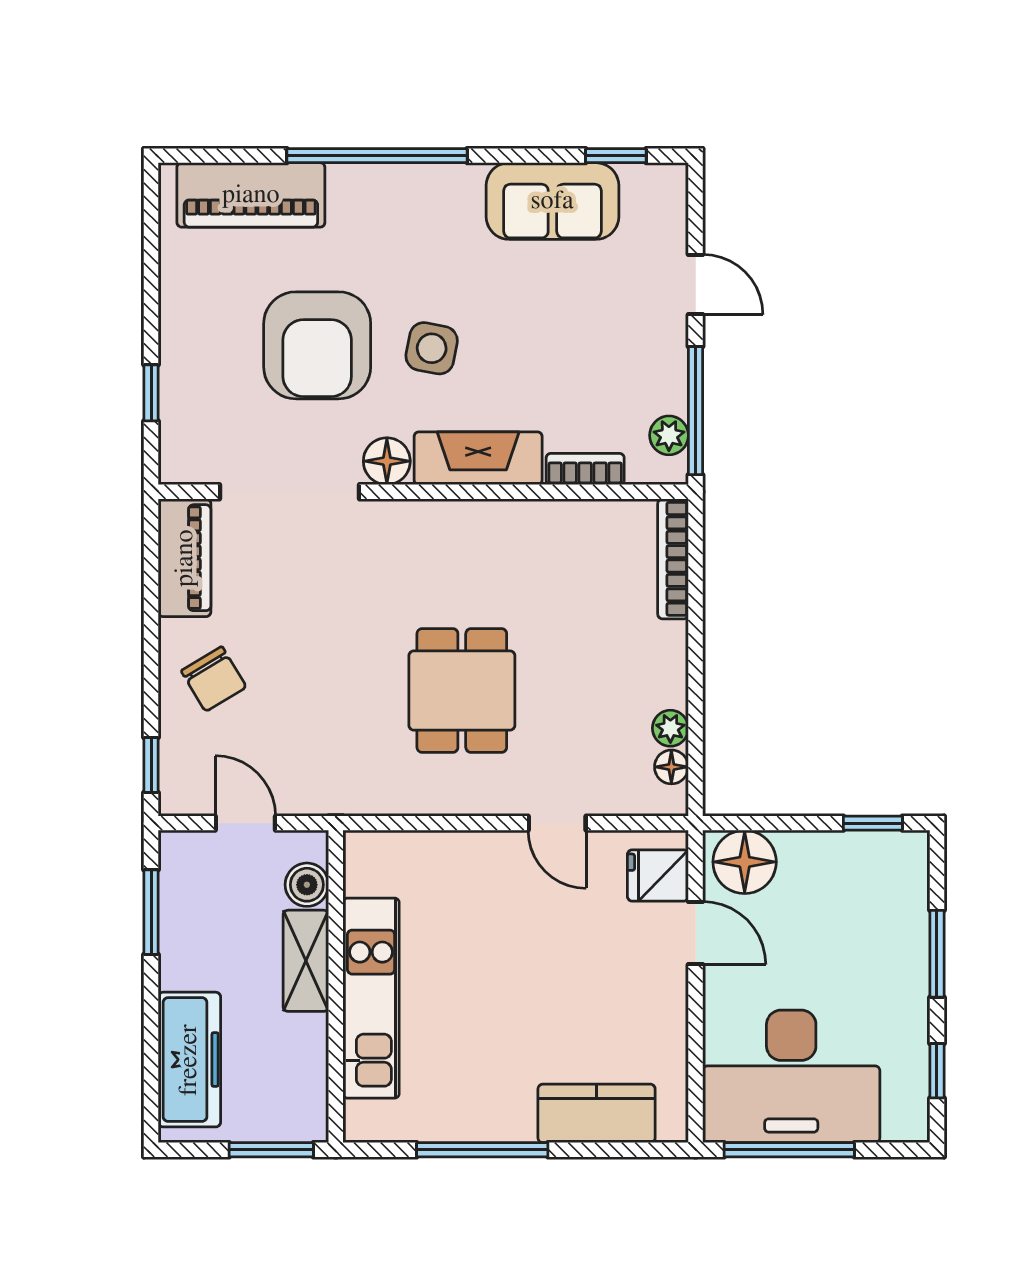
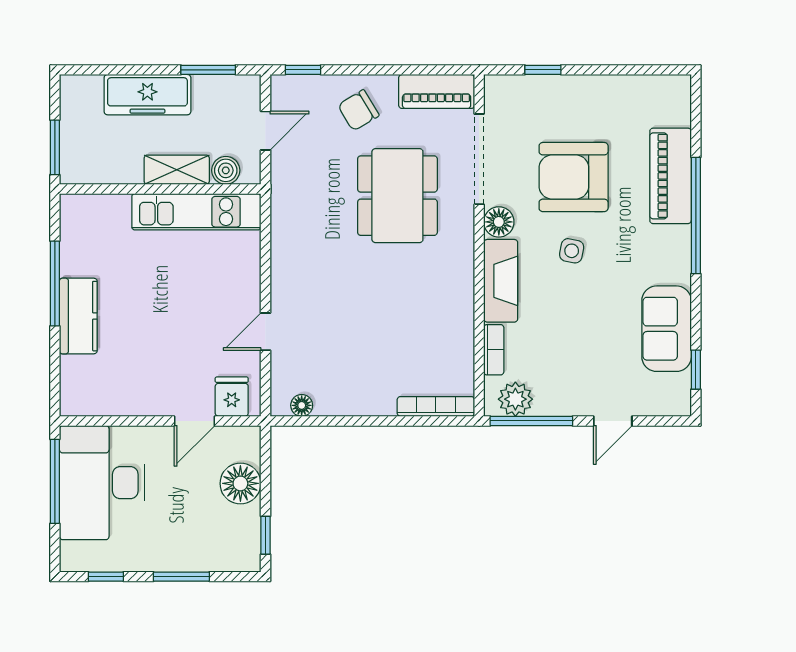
piano: (251, 195) -> (671, 176), moved
side table: (432, 348) -> (572, 251), width x0.73, depth x0.73
plant: (669, 435) -> (515, 399), width x1.38, depth x1.38
dining table: (462, 690) -> (397, 196), moved, width x1.38
plant: (670, 728) -> (327, 405), removed
floor lamp: (745, 862) -> (240, 483), moved
kitchen unit: (371, 998) -> (196, 212), moved
freezer: (189, 1060) -> (147, 95), moved
kitchen counter: (597, 1113) -> (78, 316), moved

